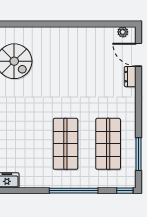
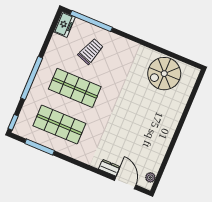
door: (138, 55) -> (125, 183), hinge flipped
trolley: (23, 143) -> (91, 51), added

